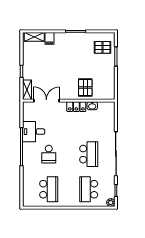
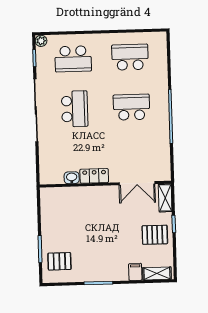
pallet: (85, 87) -> (155, 235), moved, turned 90
desk: (34, 132) -> (154, 139), removed
school desk: (49, 154) -> (131, 107), width x1.85
school desk: (89, 154) -> (75, 109), turned 180
school desk: (49, 189) -> (130, 57), turned 90
school desk: (89, 189) -> (73, 59), turned 90

